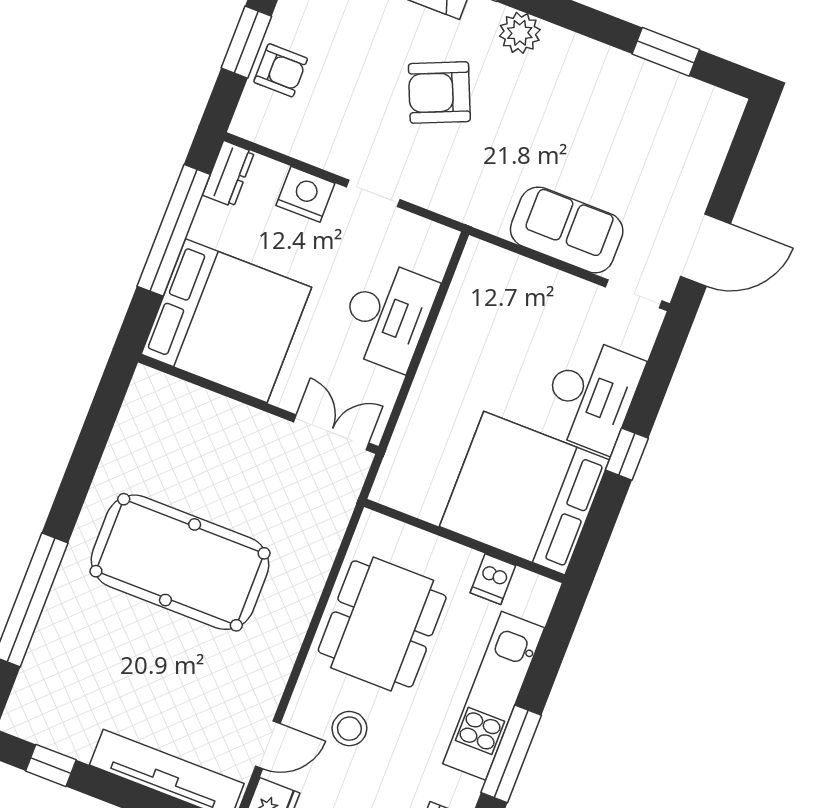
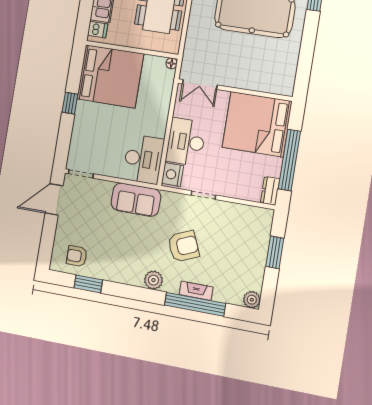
armchair: (281, 70) -> (77, 256), moved
nightstand: (305, 194) -> (172, 175), moved, turned 90
sofa: (567, 230) -> (136, 200), moved
desk: (591, 395) -> (143, 159), moved, turned 180
floor lamp: (383, 492) -> (172, 63), added
dishwasher: (493, 579) -> (98, 30), moved, turned 90

